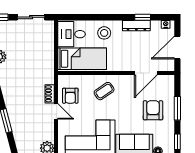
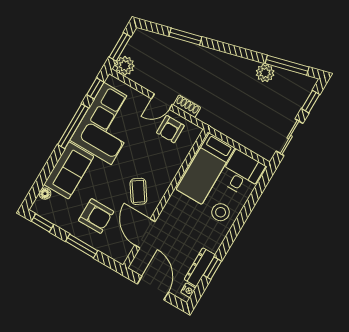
dresser: (136, 26) -> (200, 267), moved
coffee table: (104, 91) -> (138, 191), moved
armchair: (70, 96) -> (170, 129), turned -90

